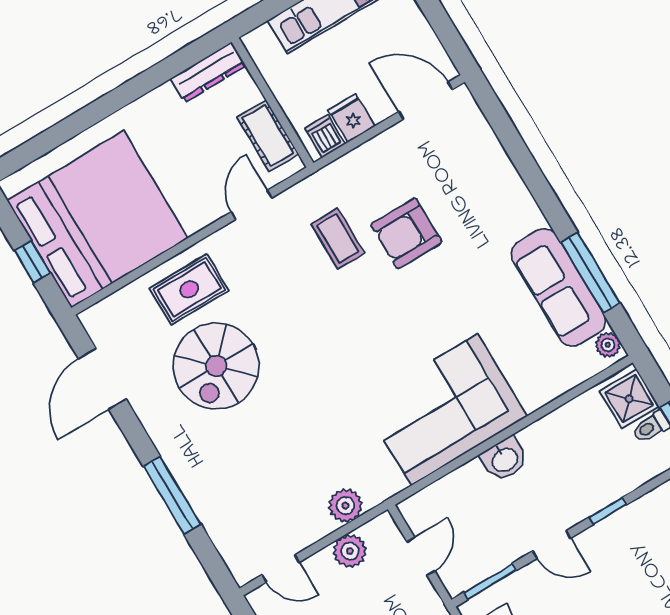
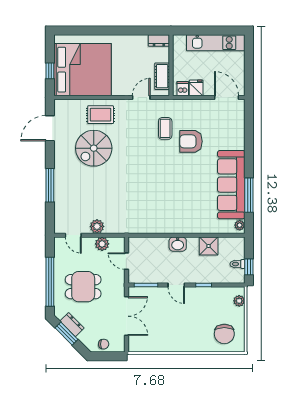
dresser: (208, 72) -> (159, 40), width x0.70
sofa: (558, 287) -> (231, 185), width x1.36, depth x1.27
shower: (629, 399) -> (209, 246), moved
corner sofa: (445, 410) -> (167, 213), removed
plant: (345, 506) -> (97, 226), moved
door: (421, 556) -> (126, 261), swing flipped

